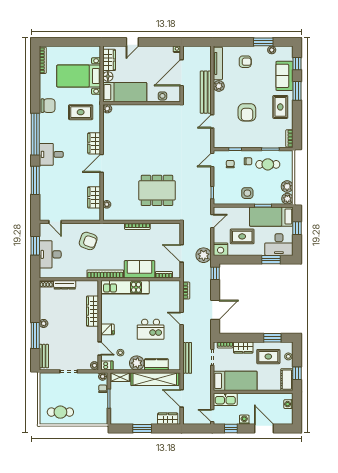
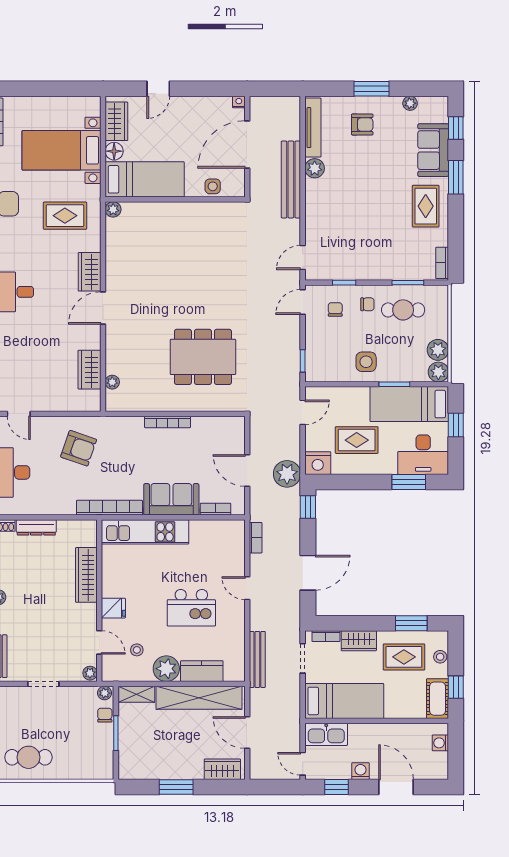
window: (263, 42) -> (371, 89), moved
armchair: (247, 112) -> (365, 216), removed
door: (212, 121) -> (303, 258), moved
dishwasher: (107, 366) -> (112, 673), removed

